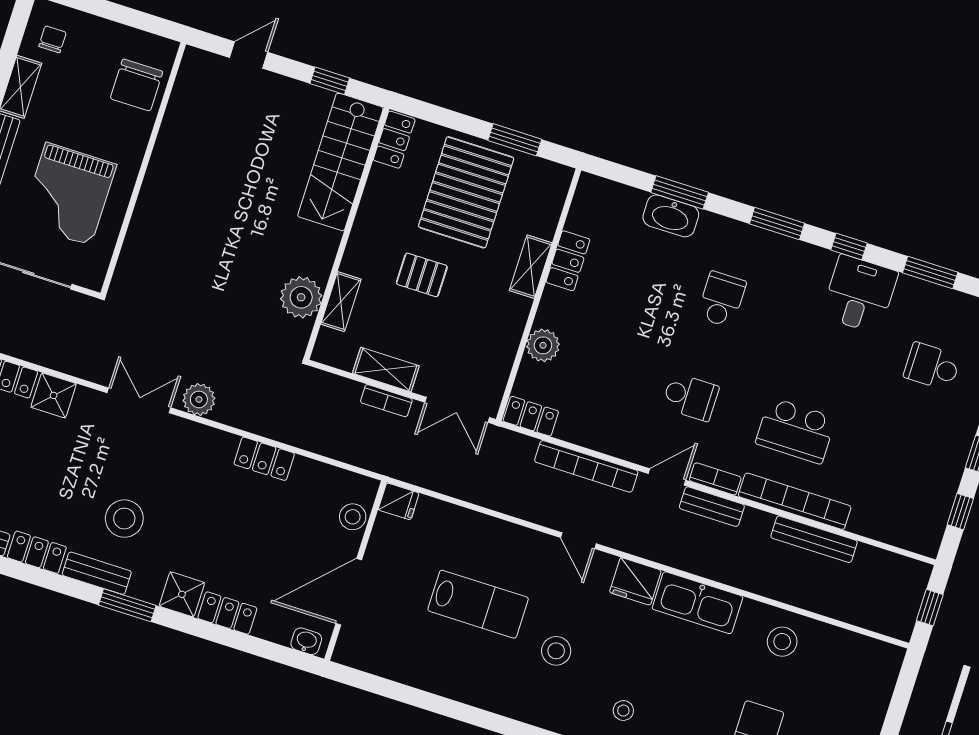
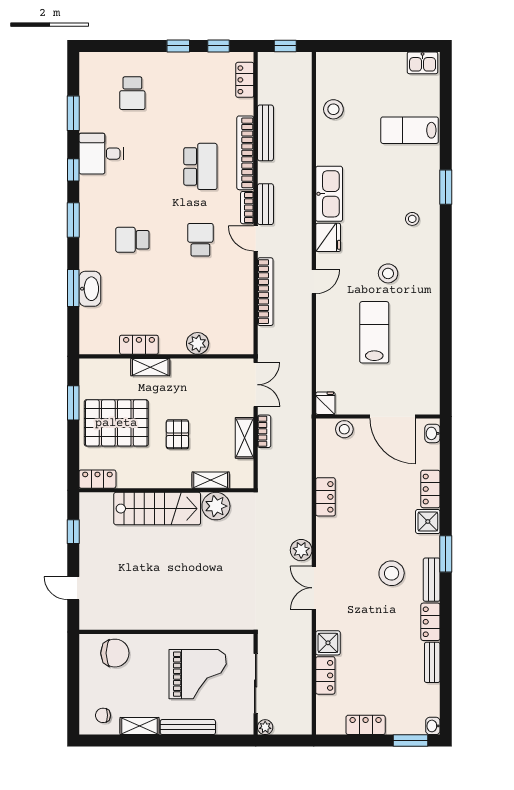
stairs: (340, 162) -> (157, 509), moved
locker: (531, 416) -> (245, 80), moved
stool: (782, 642) -> (333, 109), moved

